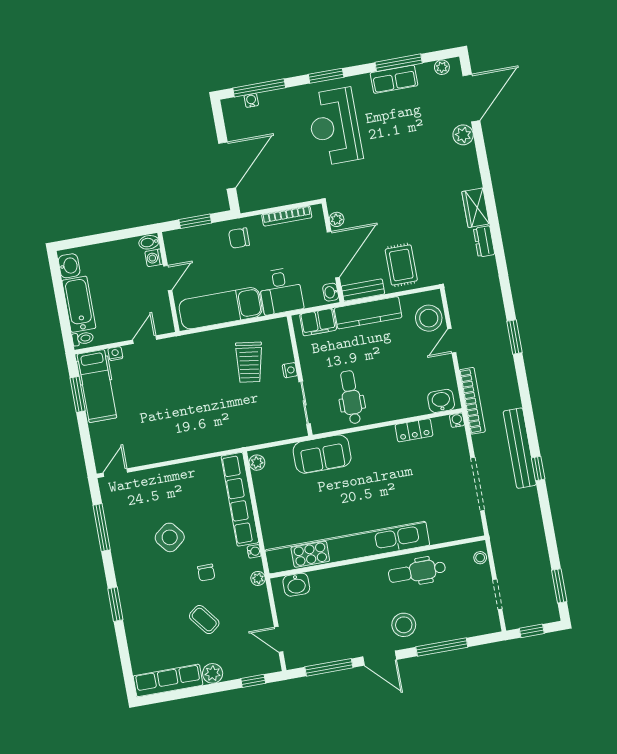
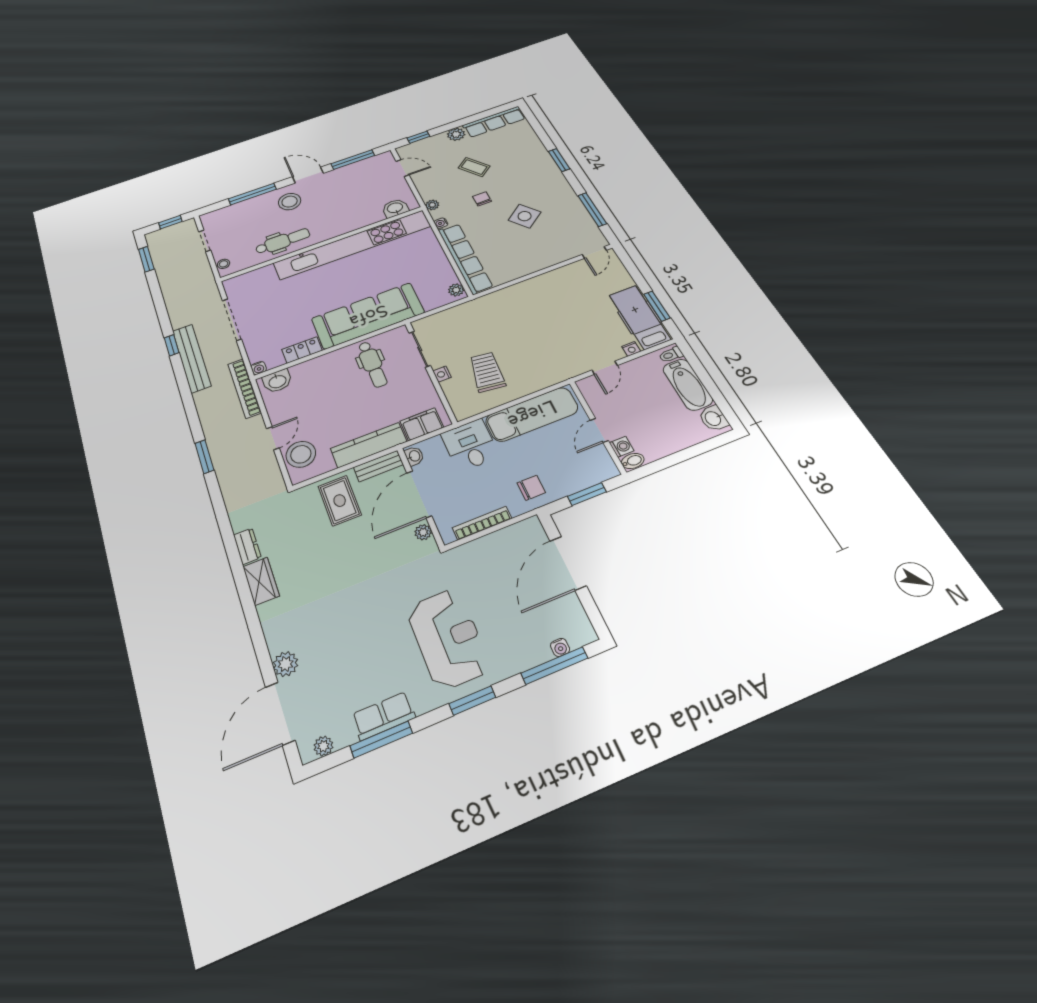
sofa: (322, 454) -> (368, 316), width x1.85, depth x1.27

